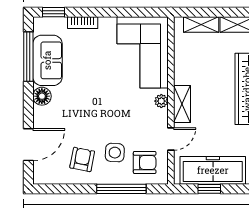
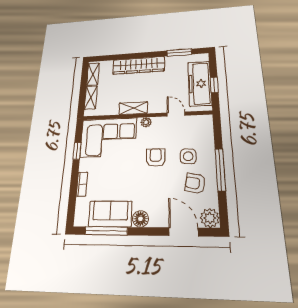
window: (54, 12) -> (77, 151), moved
shelving: (182, 104) -> (133, 108), moved
armchair: (145, 162) -> (156, 158), moved
plant: (43, 174) -> (210, 218), added
window: (121, 189) -> (220, 170), moved

